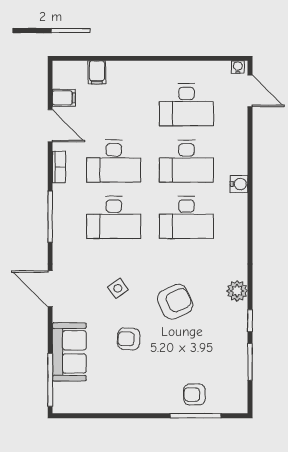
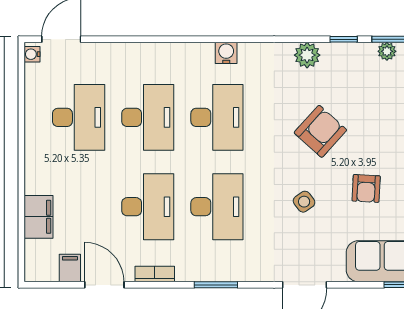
filing cabinet: (97, 72) -> (39, 217), width x2.00
door: (50, 126) -> (104, 285), hinge flipped
water cooler: (239, 184) -> (226, 53), moved
window: (50, 217) -> (216, 285), width x0.69
armchair: (175, 302) -> (320, 131), turned 67
plant: (240, 356) -> (387, 51), added

